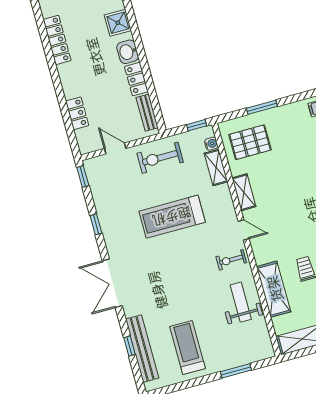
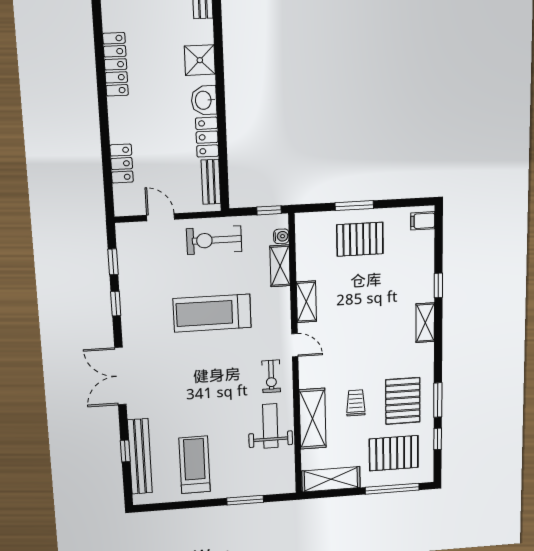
pallet: (250, 142) -> (360, 239), moved
window: (83, 177) -> (113, 262), moved
exercise bike: (231, 260) -> (271, 376), turned -90

